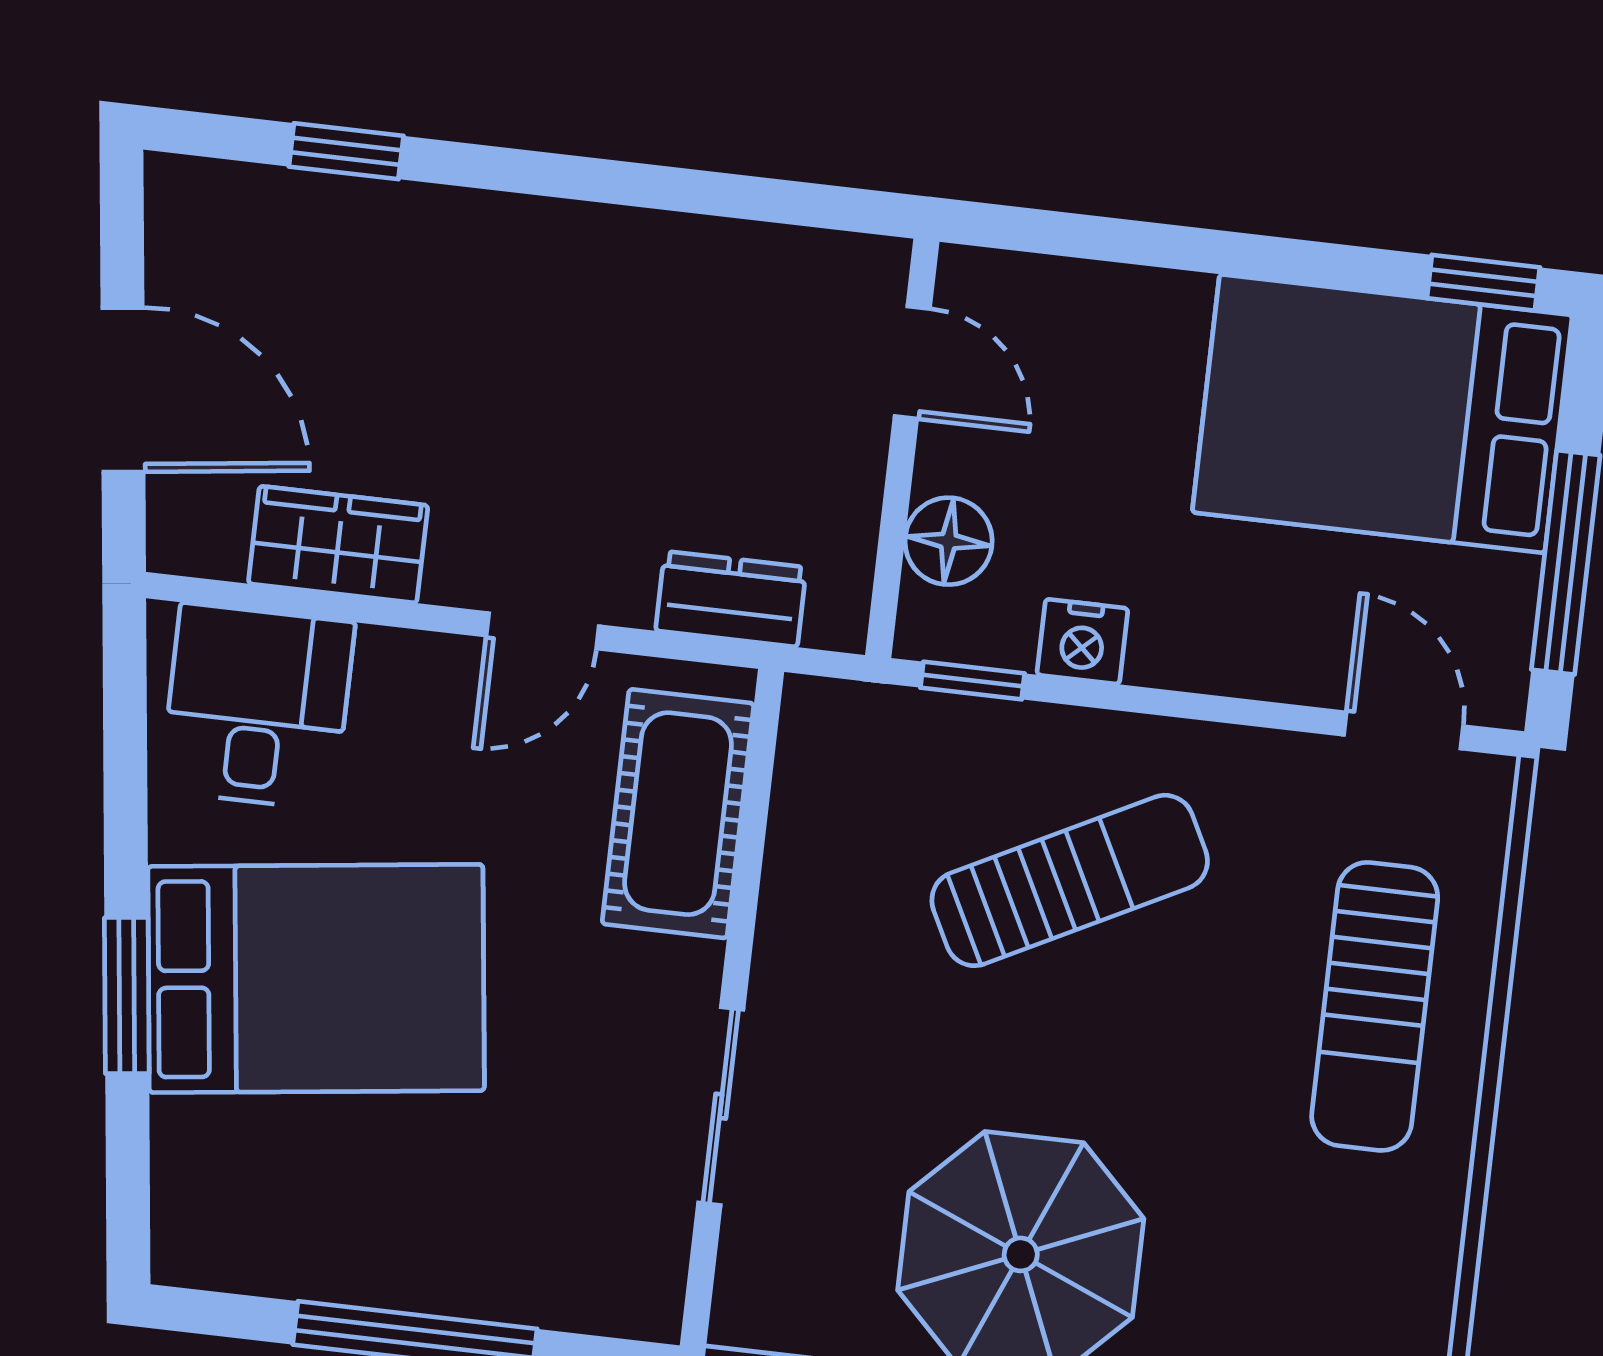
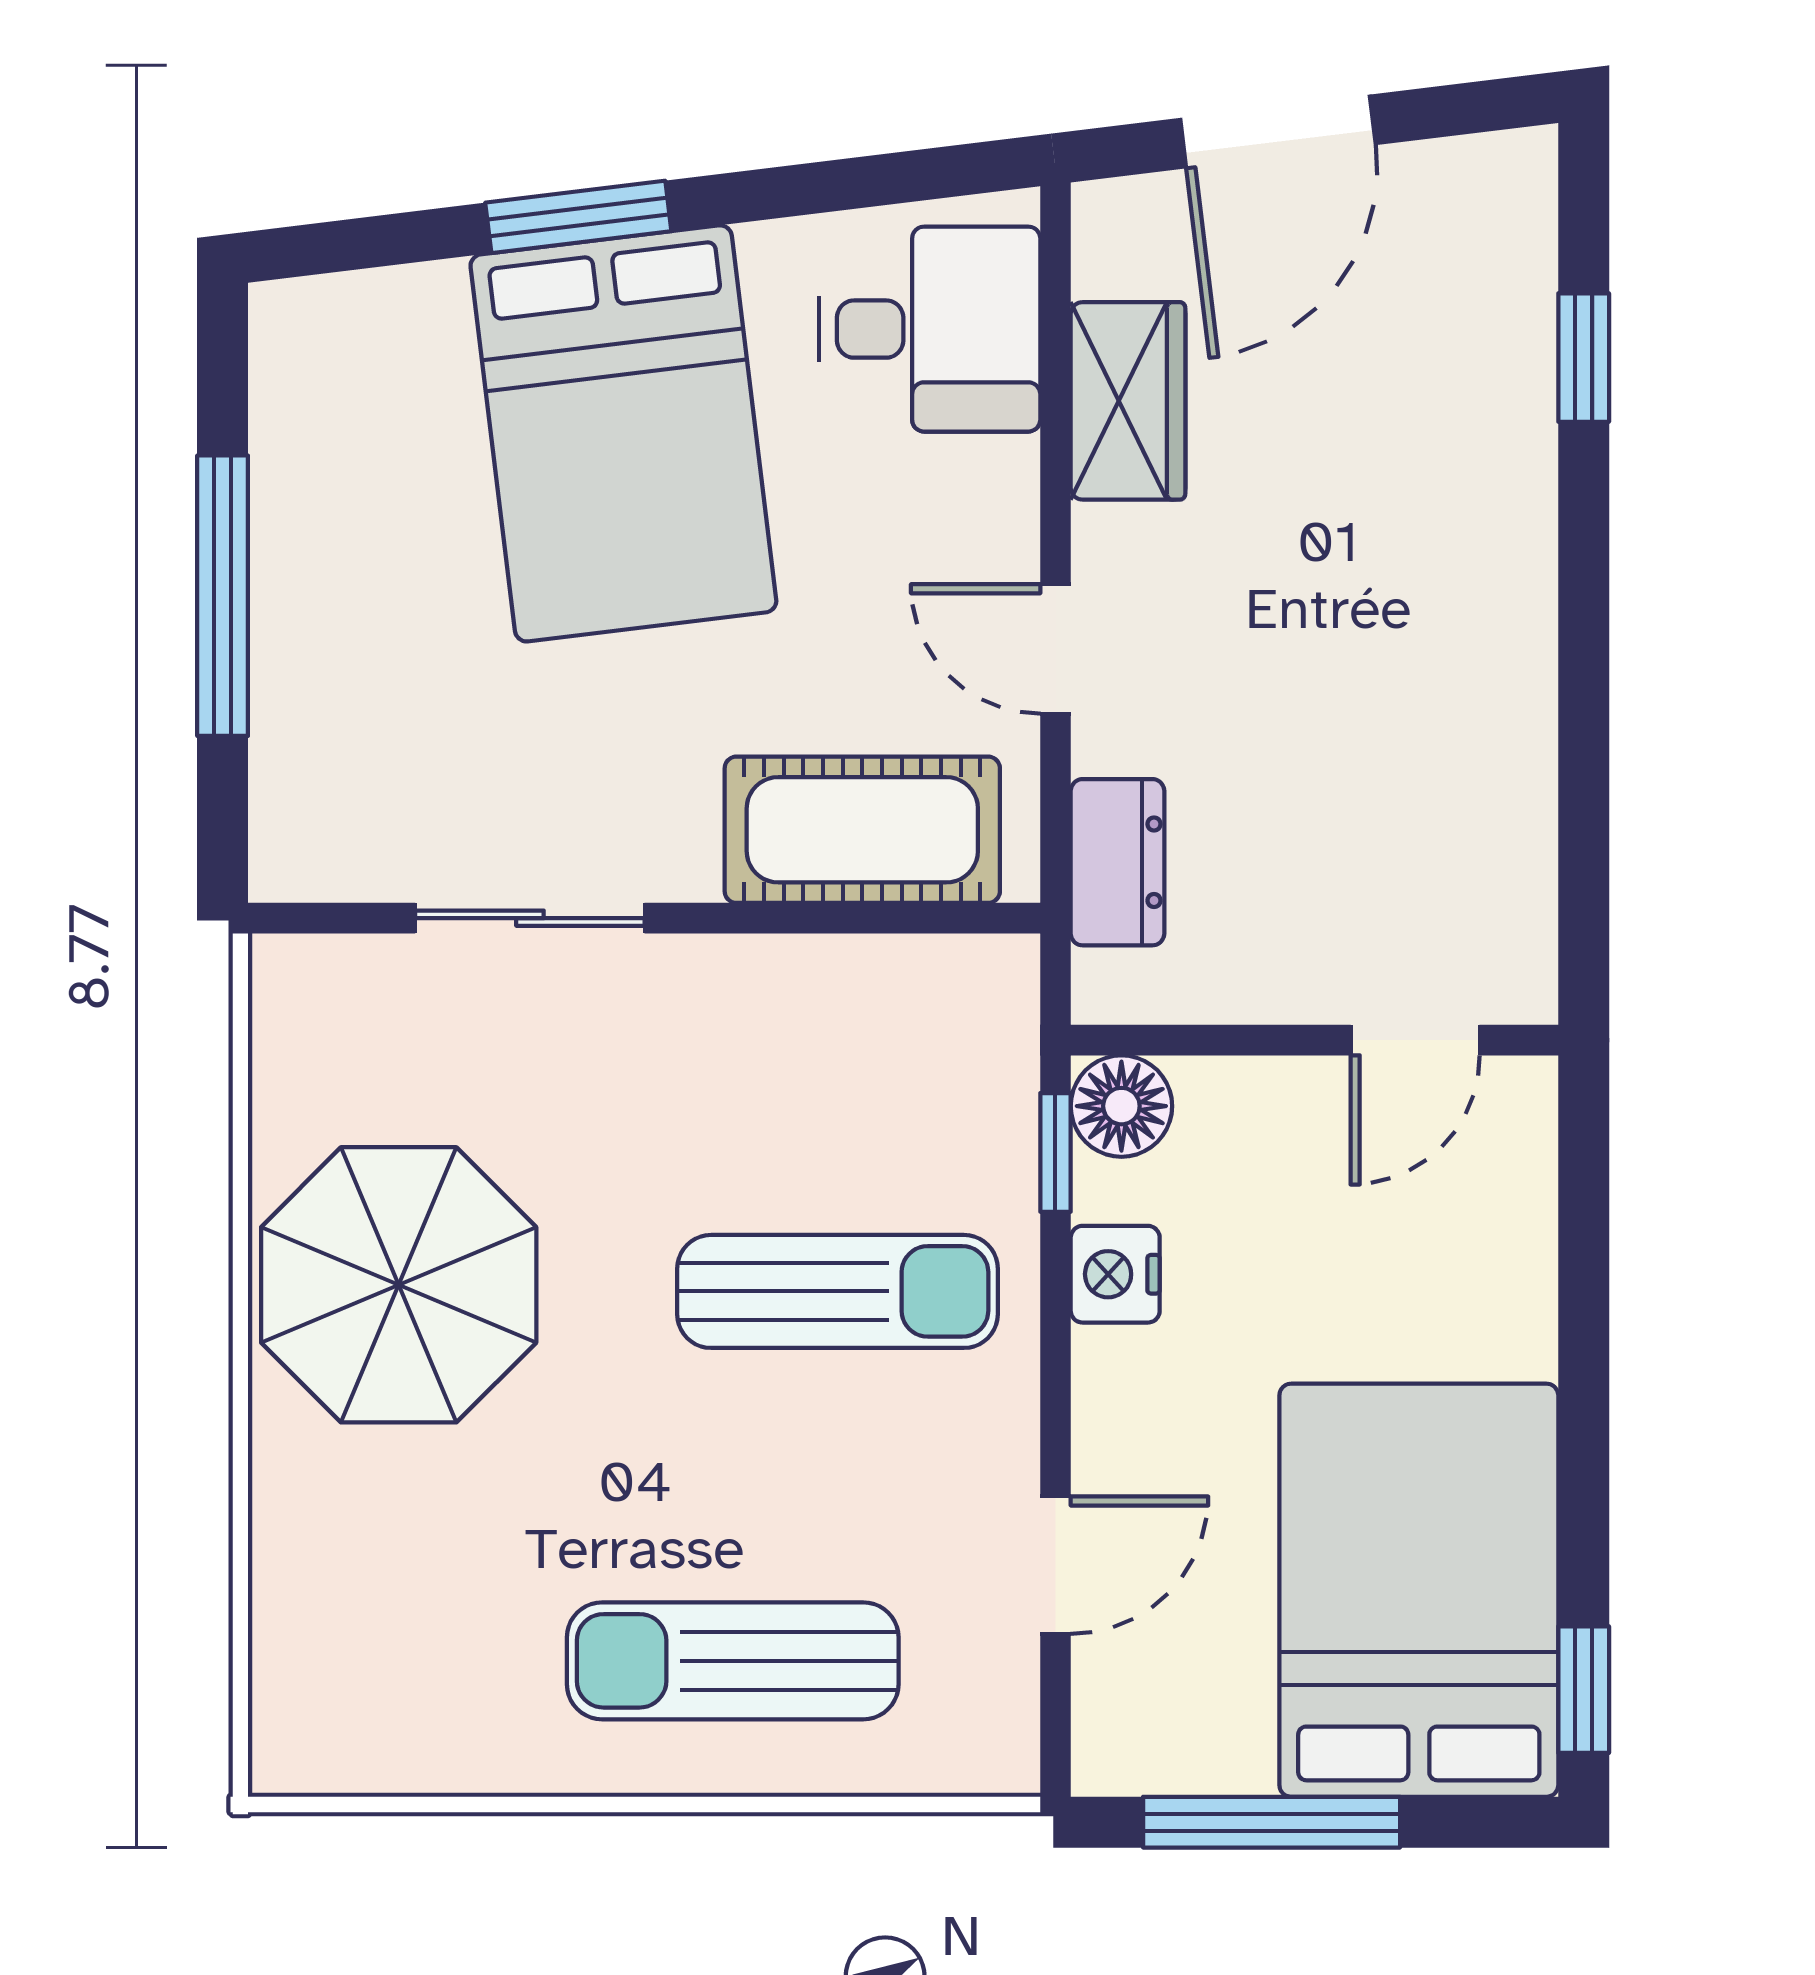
floor lamp: (949, 541) -> (1121, 1106), moved
door: (1404, 730) -> (1055, 1565), moved
sun lounger: (1070, 880) -> (837, 1291), turned -63

